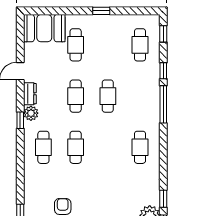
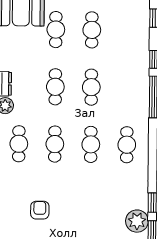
cafe table: (140, 45) -> (92, 30), moved
cafe table: (108, 147) -> (91, 144), added

